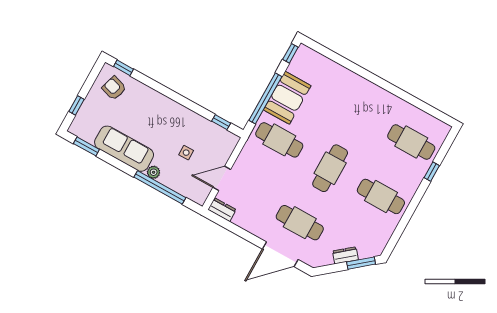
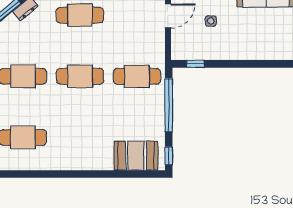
booth: (287, 98) -> (136, 156), moved, turned 90
cafe table: (330, 168) -> (80, 76), turned 90

